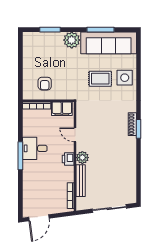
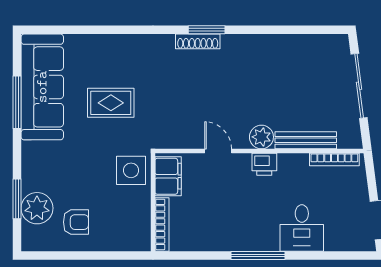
plant: (72, 40) -> (37, 208), moved
side table: (125, 78) -> (131, 170), moved
rug: (100, 79) -> (111, 103), turned 90
armchair: (45, 84) -> (76, 222), moved
door: (75, 135) -> (218, 151), swing flipped
desk: (35, 148) -> (302, 228), moved

